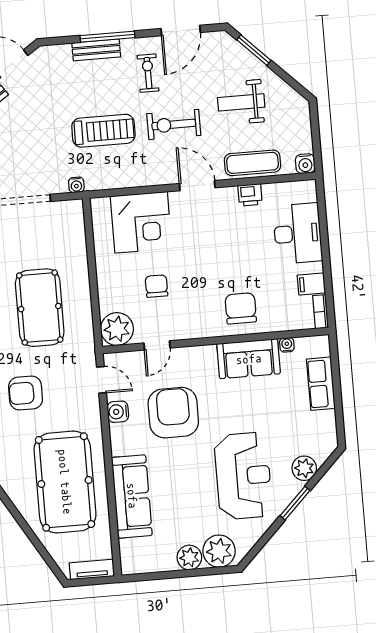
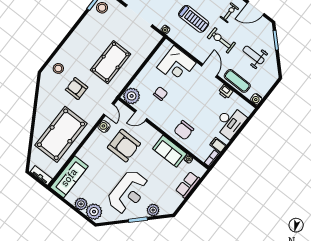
chair: (241, 308) -> (184, 130), turned 180
armchair: (173, 413) -> (124, 146), turned 90
sofa: (132, 496) -> (69, 177), moved

